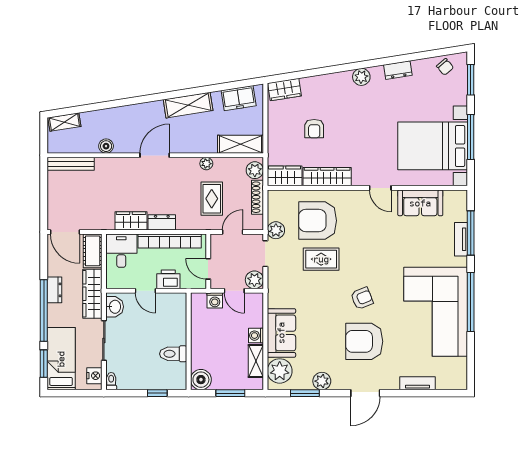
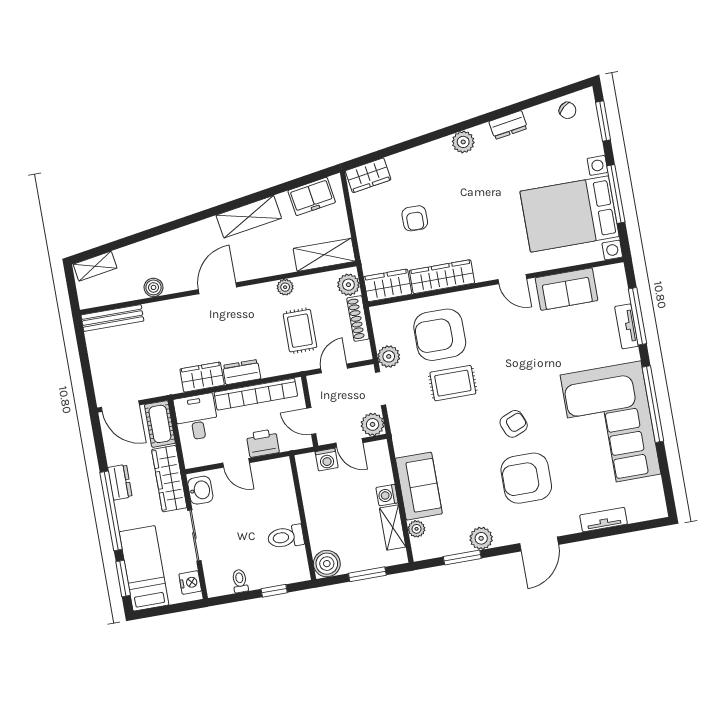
plant: (280, 371) -> (417, 529), width x0.53, depth x0.53
toilet: (111, 381) -> (240, 581), moved

